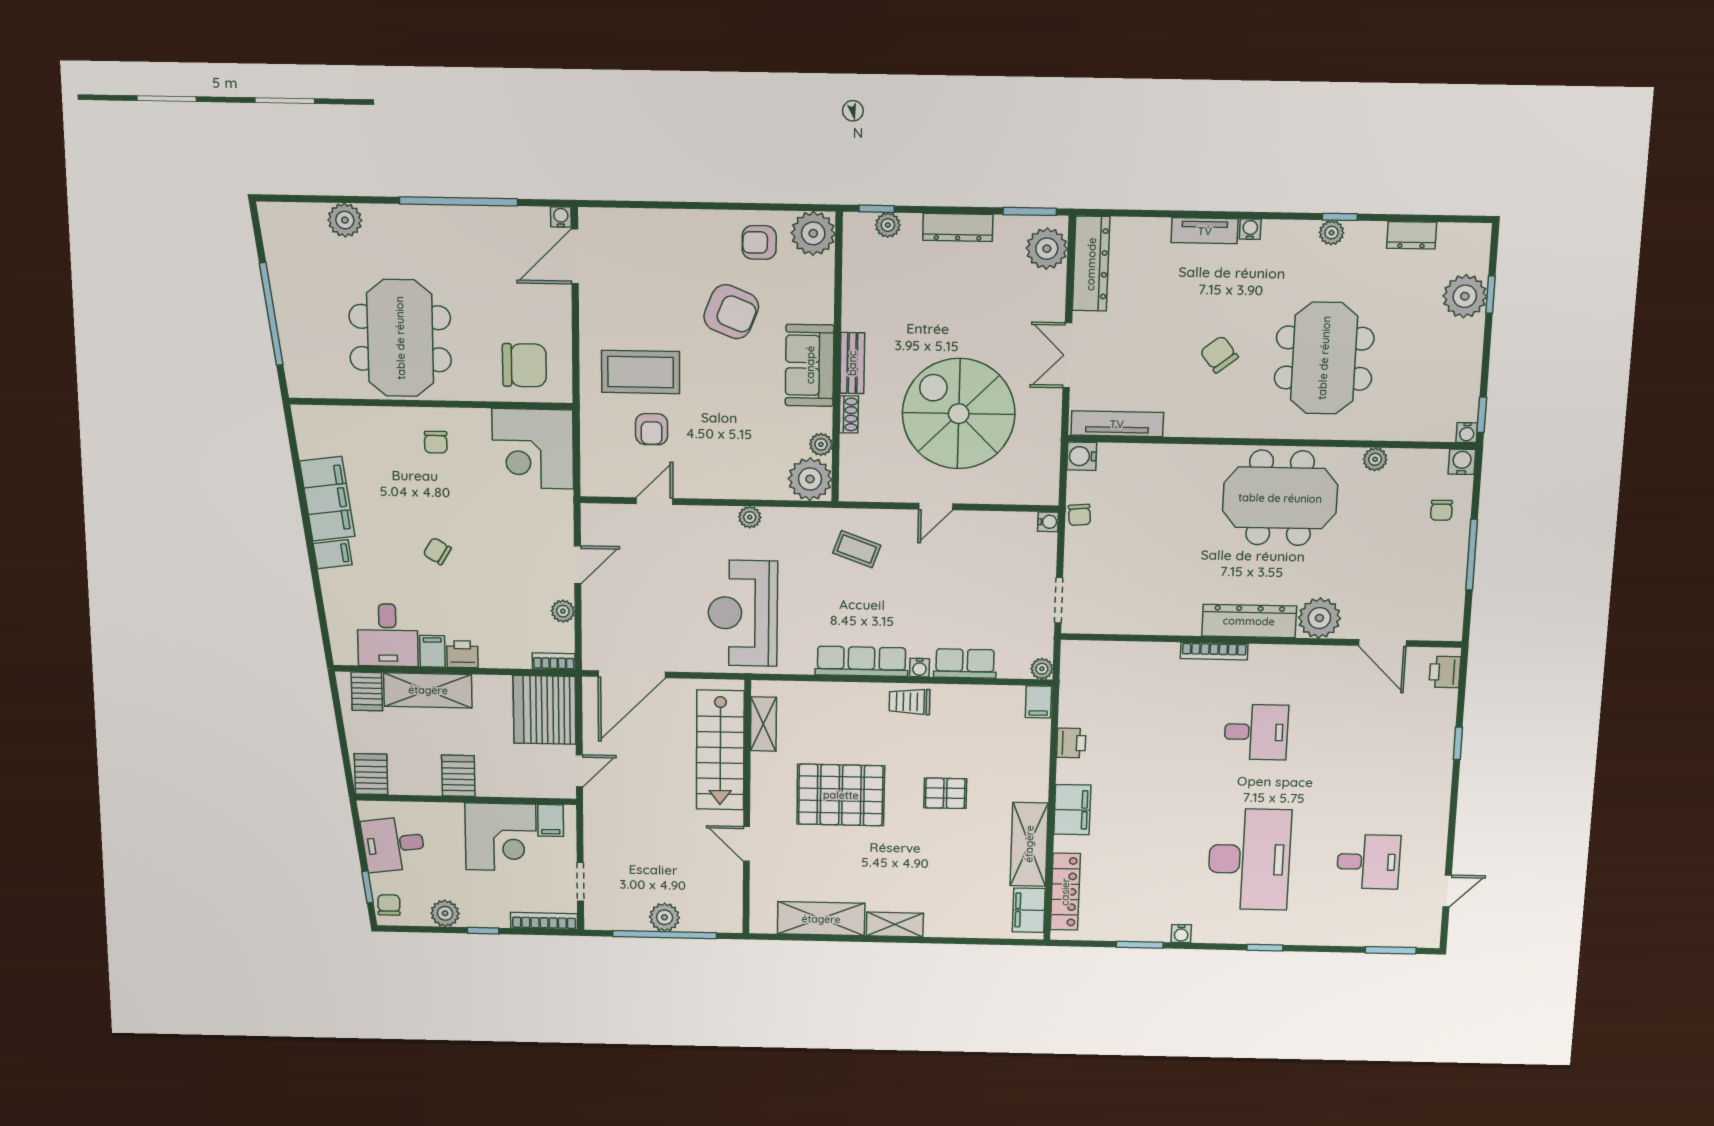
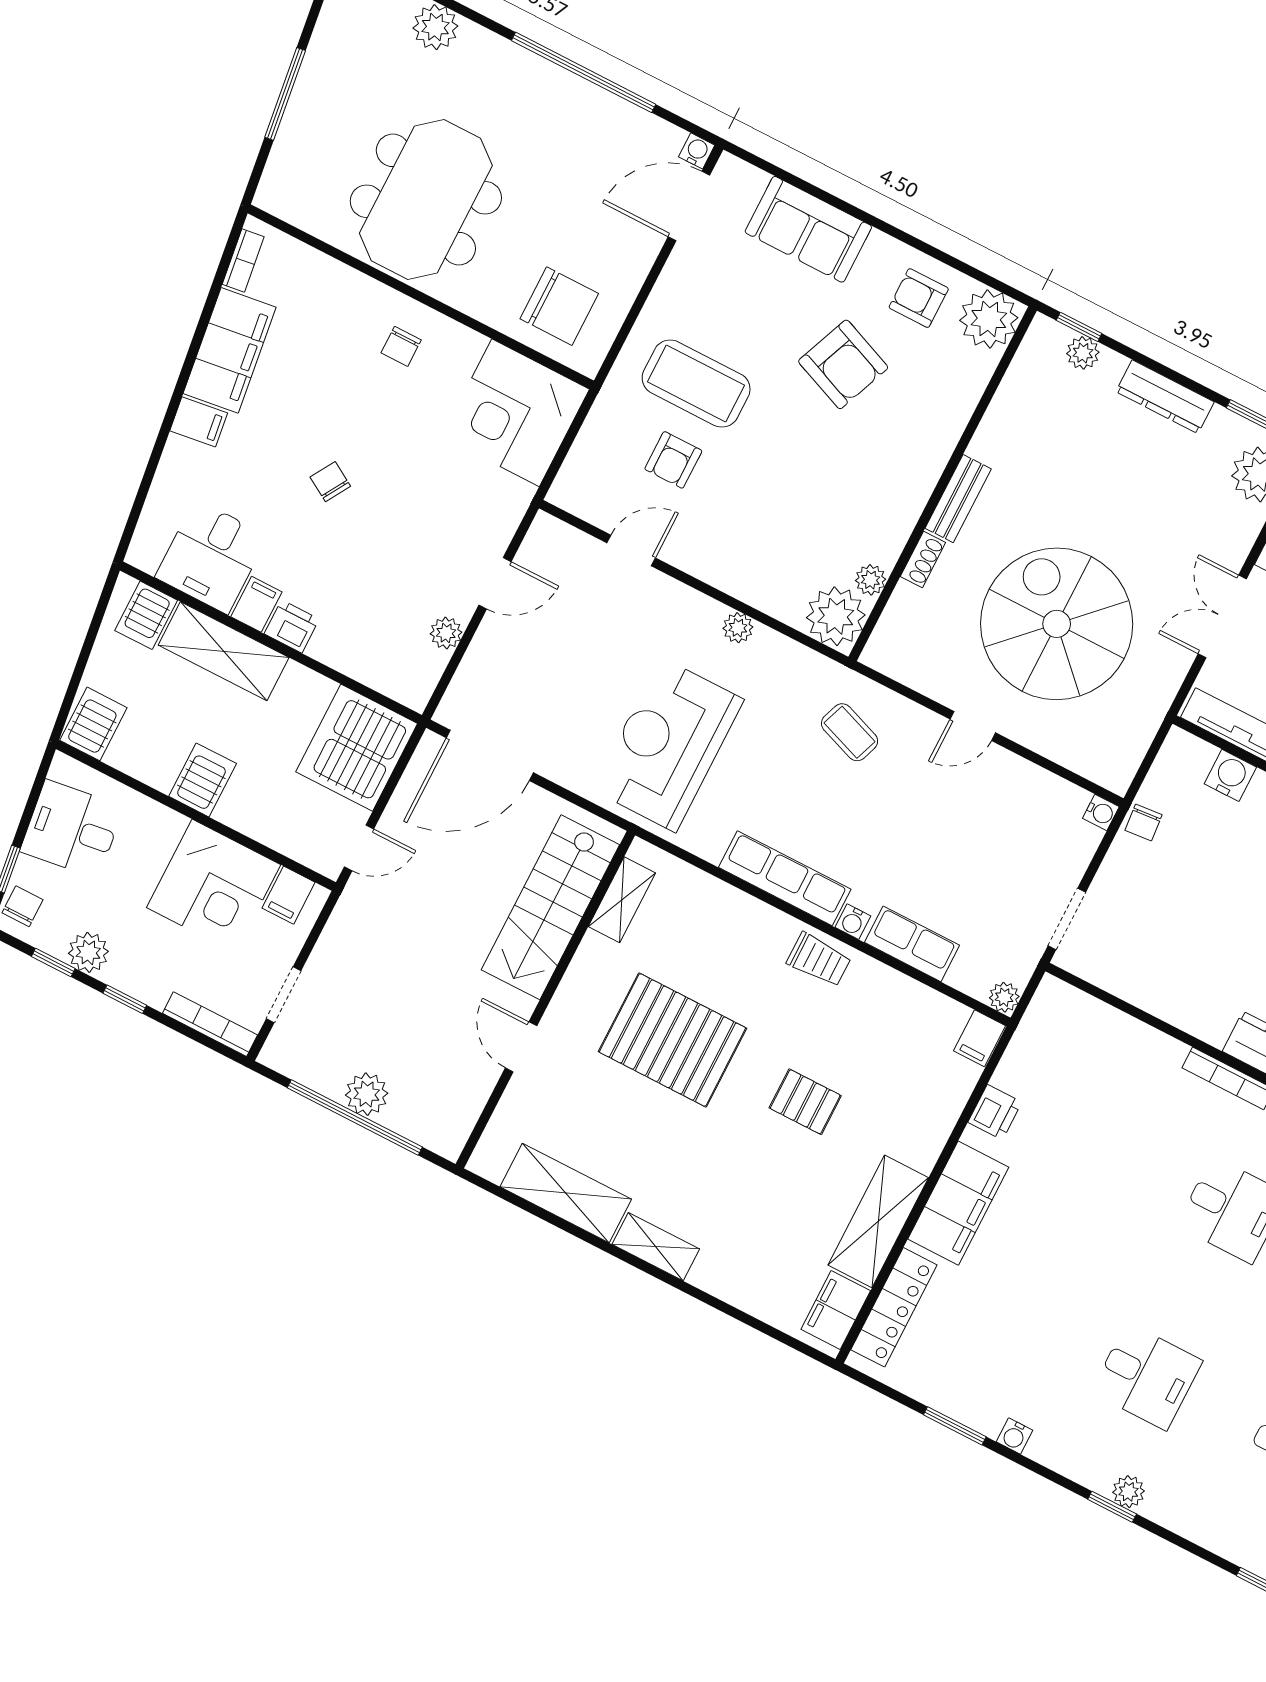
window: (271, 314) -> (285, 94), width x0.68
sofa: (810, 365) -> (808, 229), moved, turned -90
water cooler: (1082, 456) -> (1230, 775), moved, turned 90
bookcase: (554, 661) -> (243, 260), moved, turned 82
trolley: (910, 702) -> (819, 960), turned 180
filing cabinet: (1072, 810) -> (958, 1203), width x1.50, depth x1.17
desk: (1249, 859) -> (1147, 1376), width x0.53, depth x0.77
window: (427, 929) -> (53, 963), added
plant: (1271, 934) -> (1128, 1492), added

